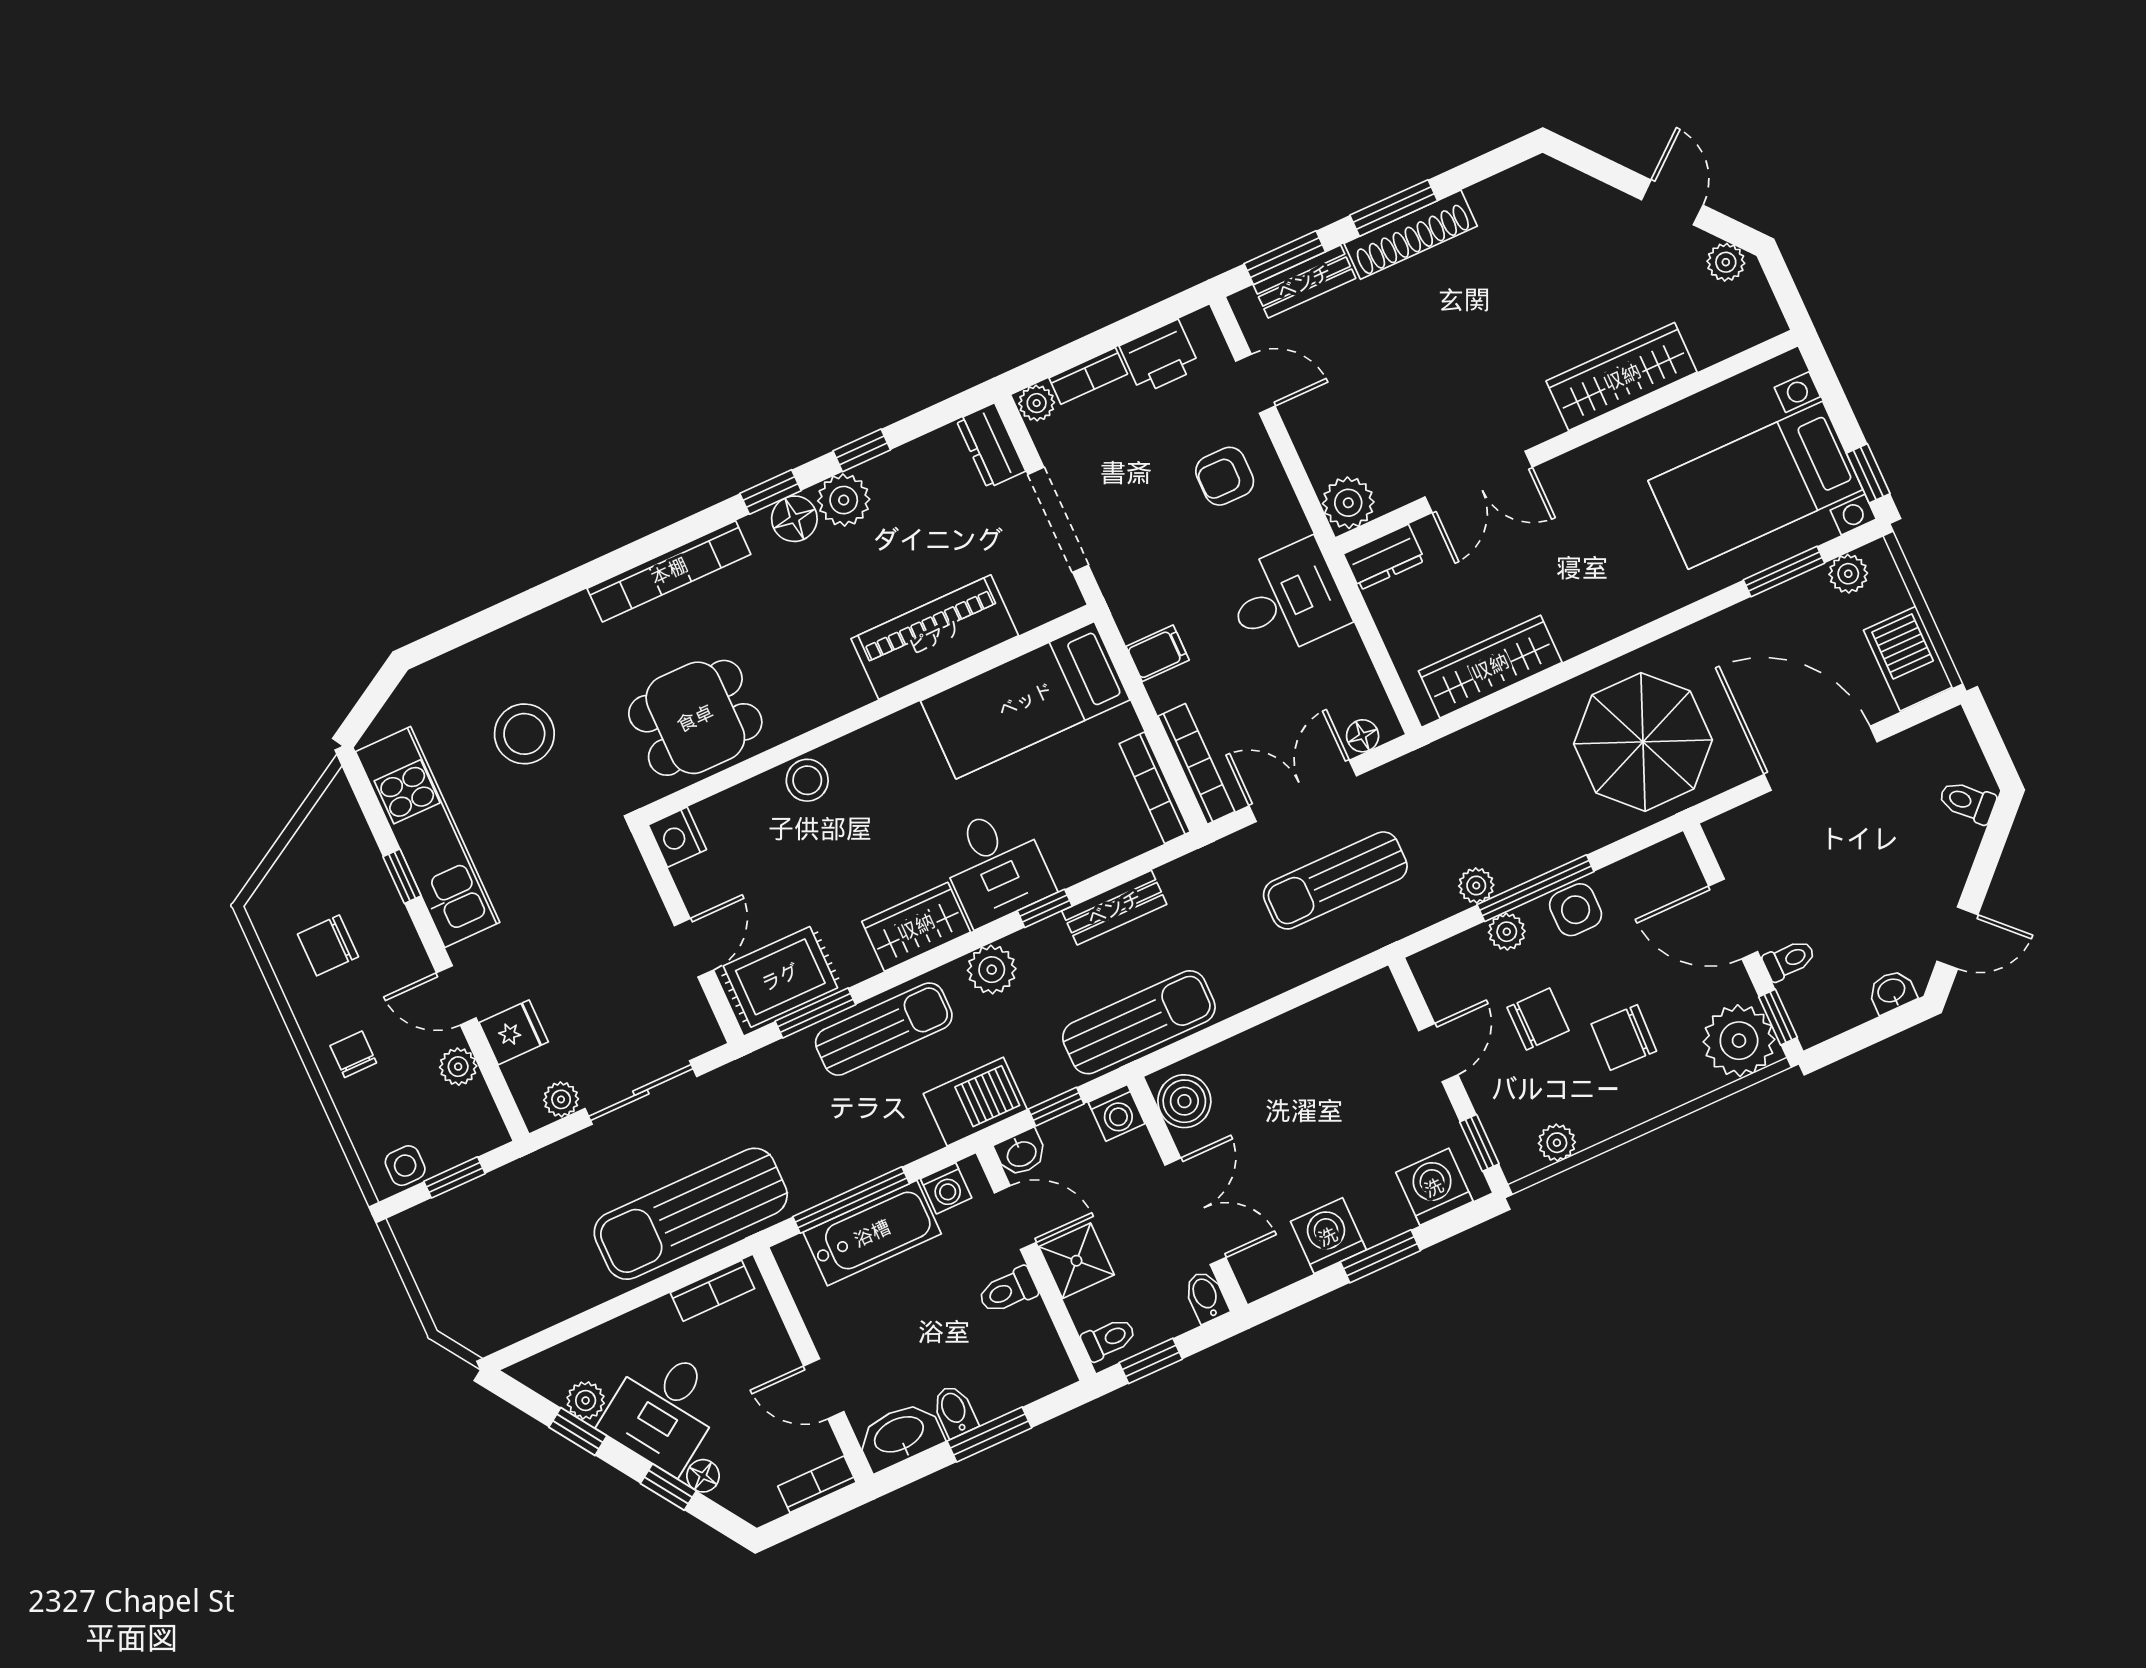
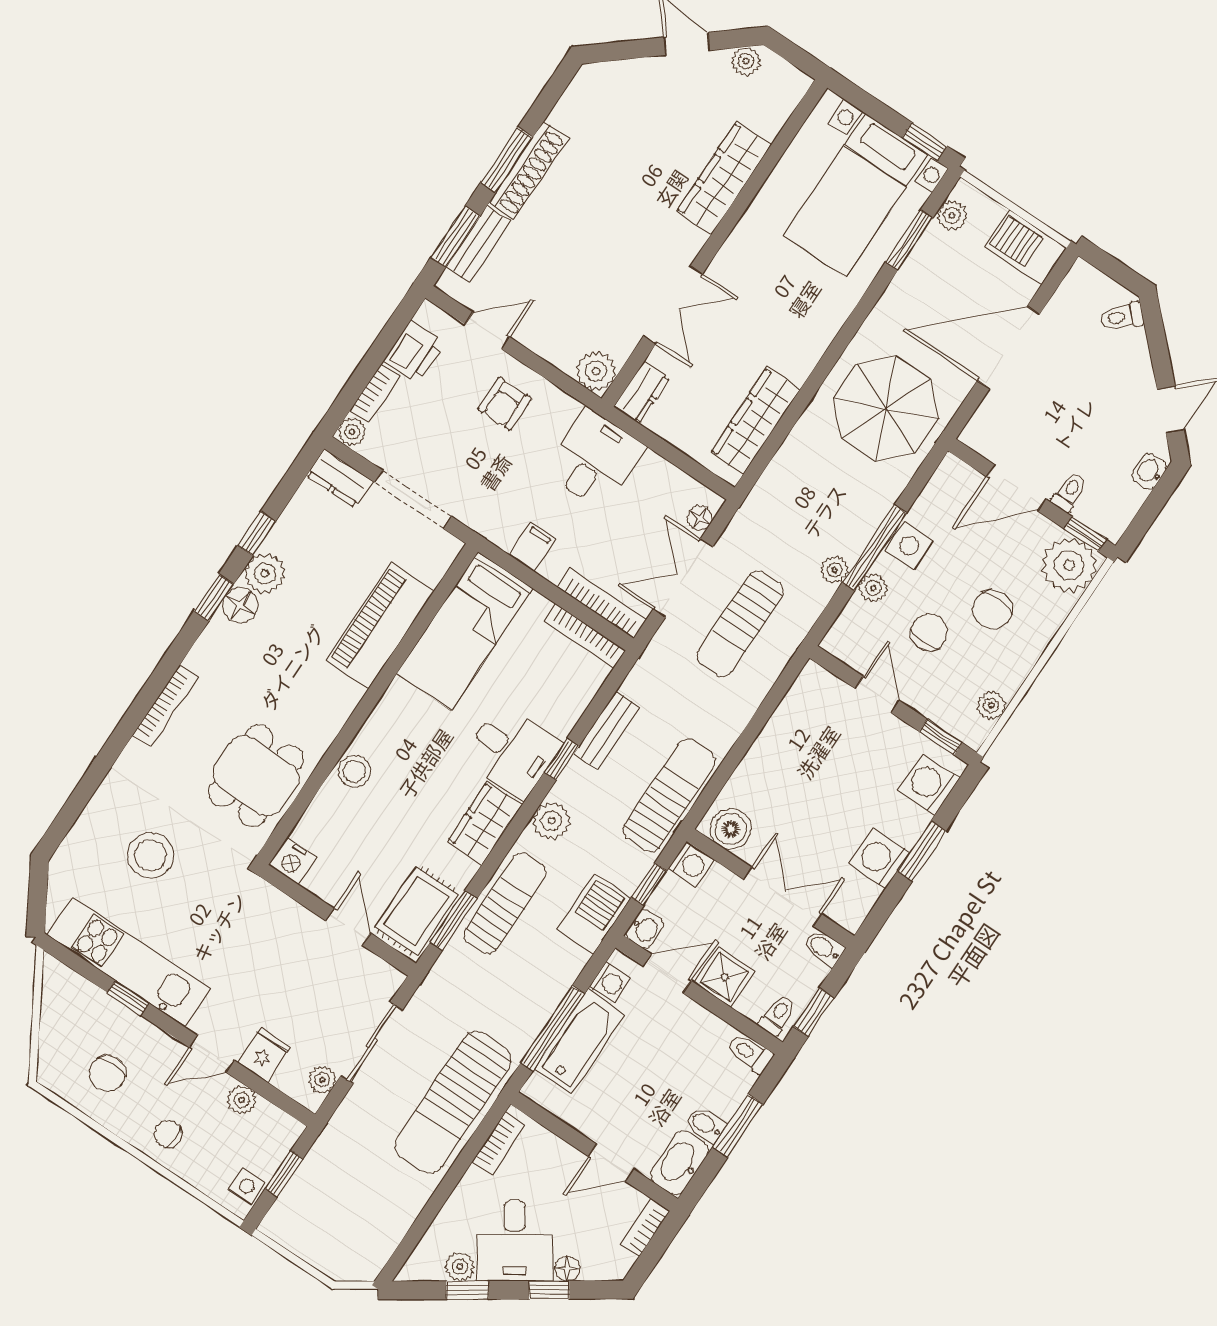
bookcase: (669, 571) -> (165, 706), width x0.68, depth x0.76
toilet: (1008, 1291) -> (750, 1053), moved, turned 90

